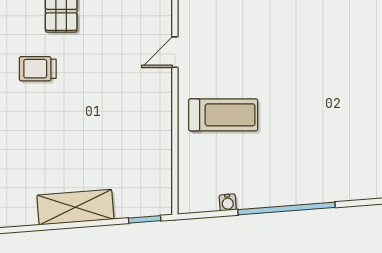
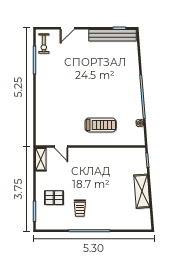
door: (175, 52) -> (61, 147), moved
treadmill: (223, 115) -> (101, 125), turned 90

